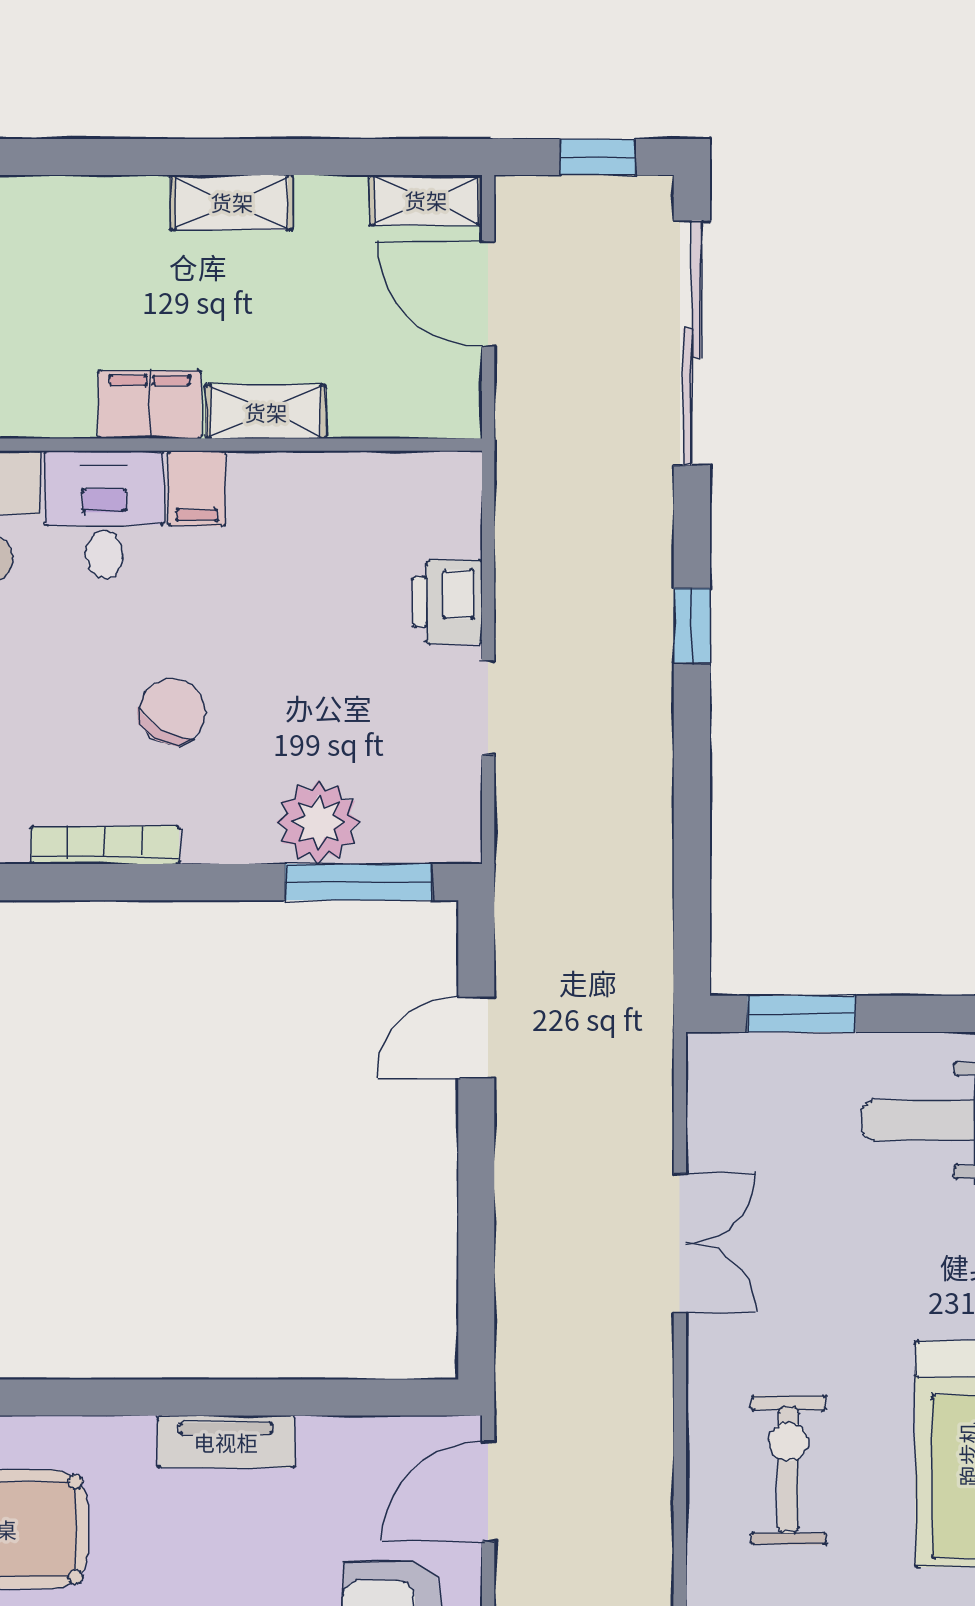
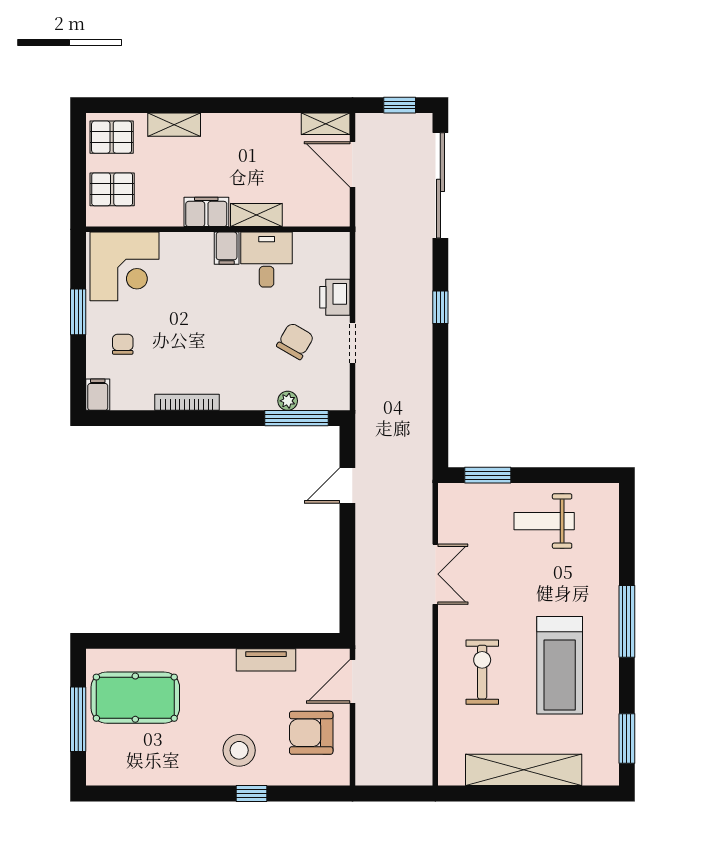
shelving: (232, 202) -> (174, 125), moved
desk: (104, 515) -> (267, 260), moved
chair: (172, 712) -> (295, 341), moved
plant: (318, 822) -> (288, 401), width x0.53, depth x0.53
tv unit: (226, 1442) -> (266, 660), moved

